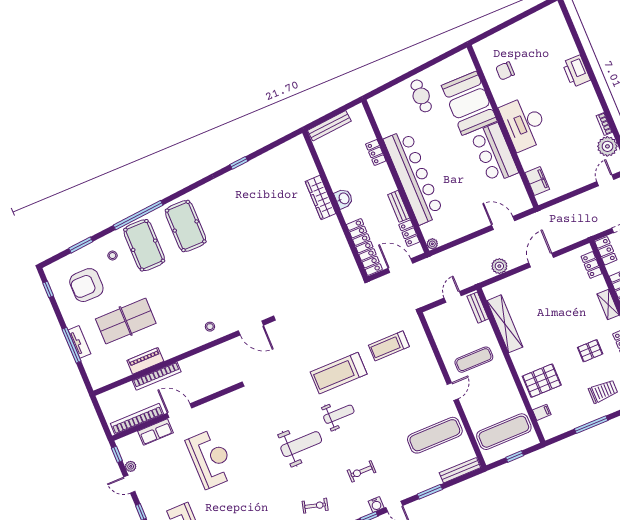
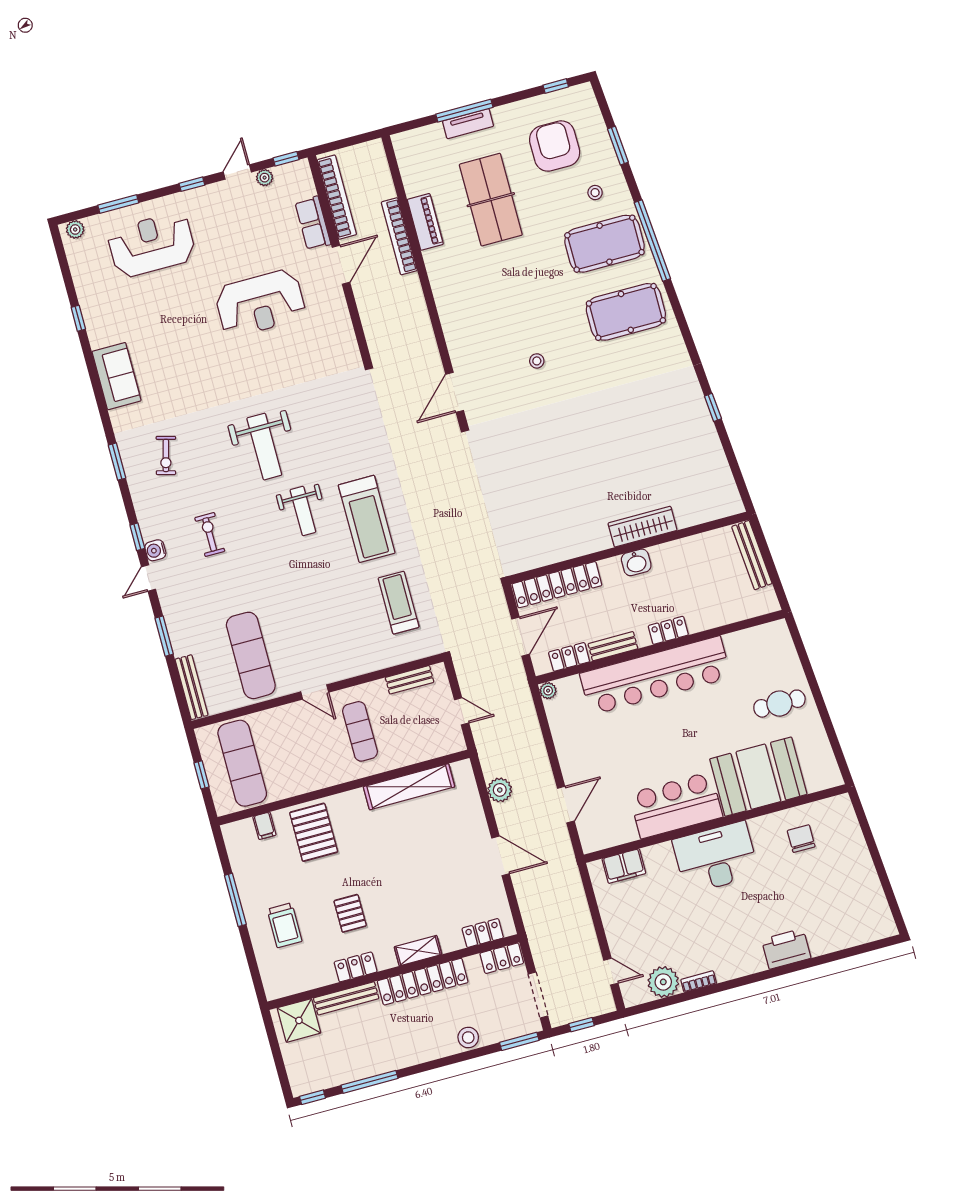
locker: (376, 152) -> (668, 630), moved
bench: (478, 308) -> (410, 680), moved
stool: (210, 327) -> (537, 361), moved
treadmill: (339, 373) -> (367, 519), turned 180

